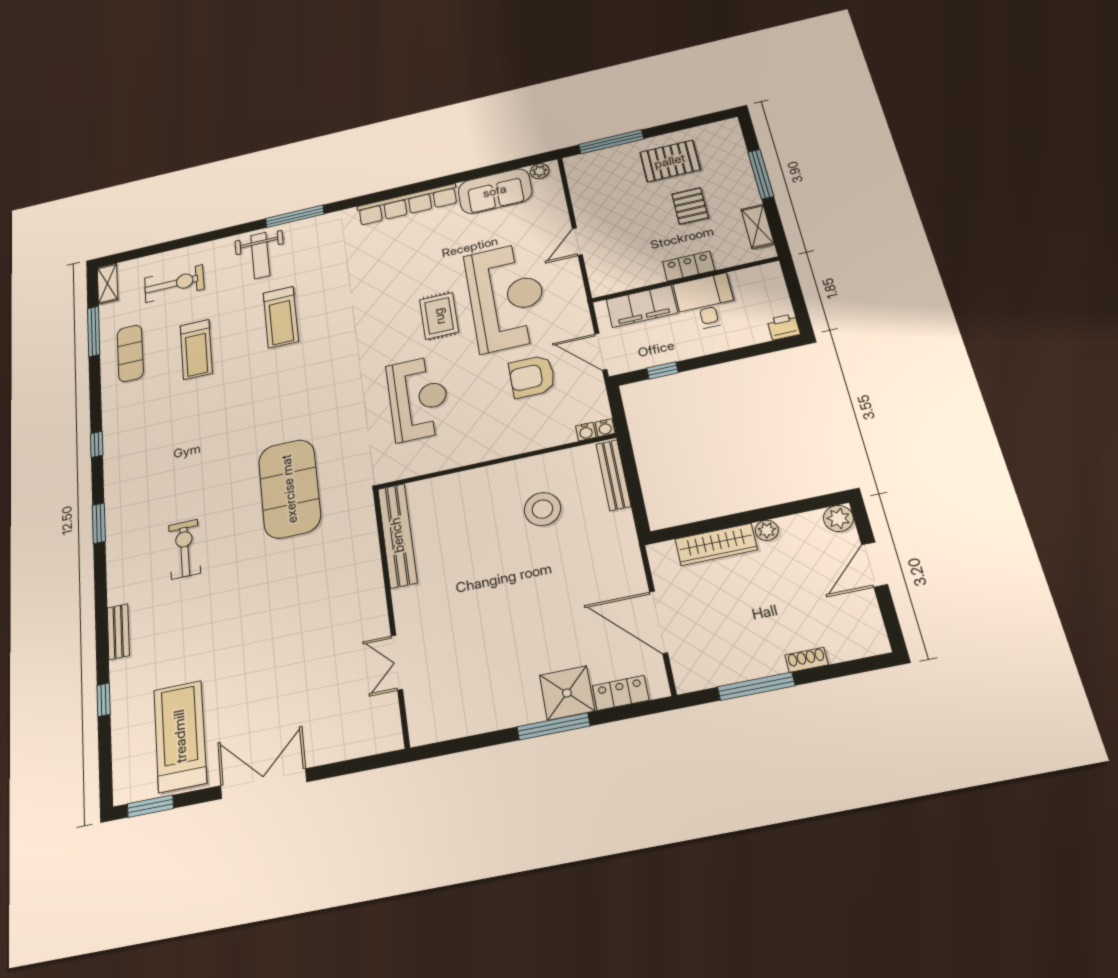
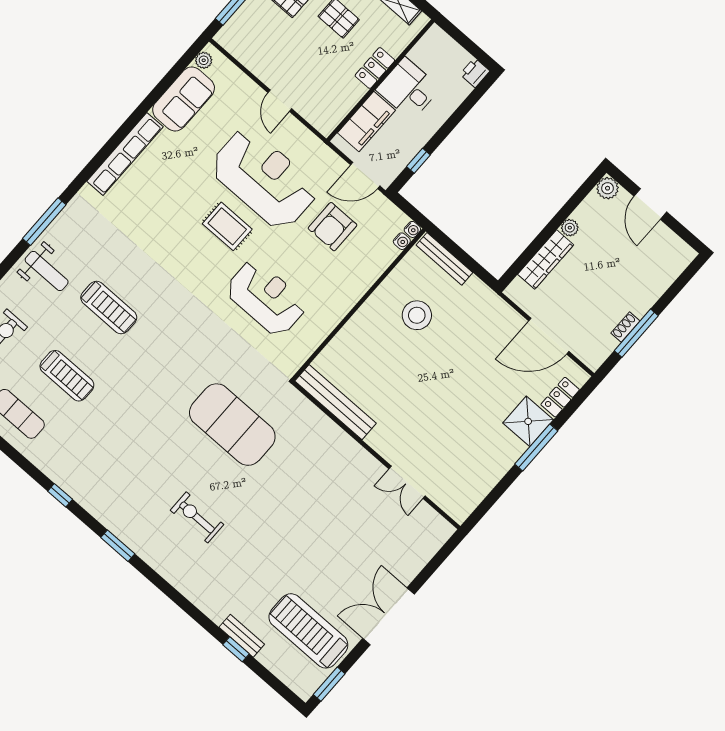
bench: (118, 632) -> (242, 636), moved
shoe rack: (807, 660) -> (625, 327), moved

